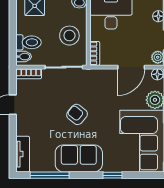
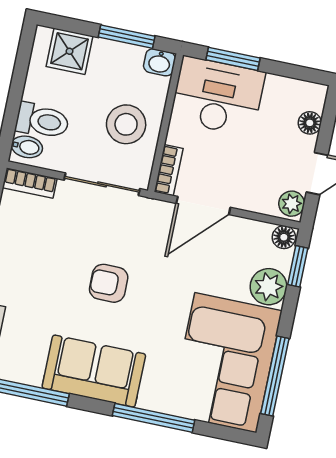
door: (131, 67) -> (203, 205), moved
armchair: (77, 114) -> (109, 283), turned -39
window: (112, 175) -> (154, 418), width x2.17

